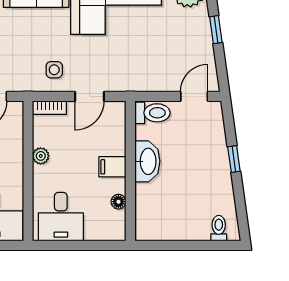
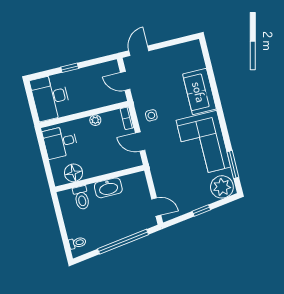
toilet: (152, 113) -> (81, 198), moved
window: (234, 159) -> (123, 242), width x3.17
filing cabinet: (112, 167) -> (99, 167), removed
floor lamp: (118, 202) -> (74, 173), width x1.89, depth x1.89

